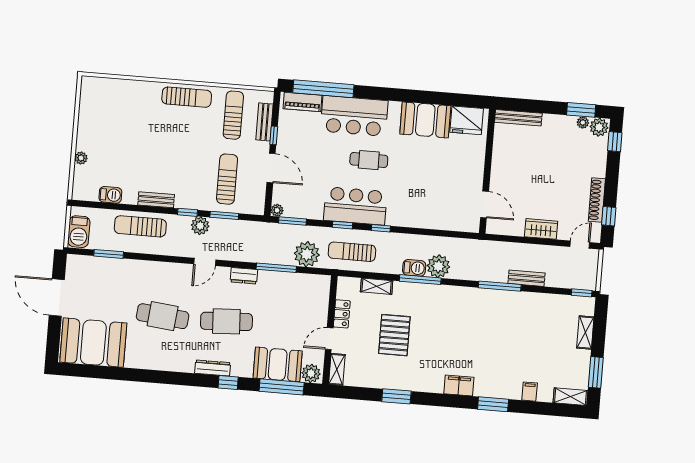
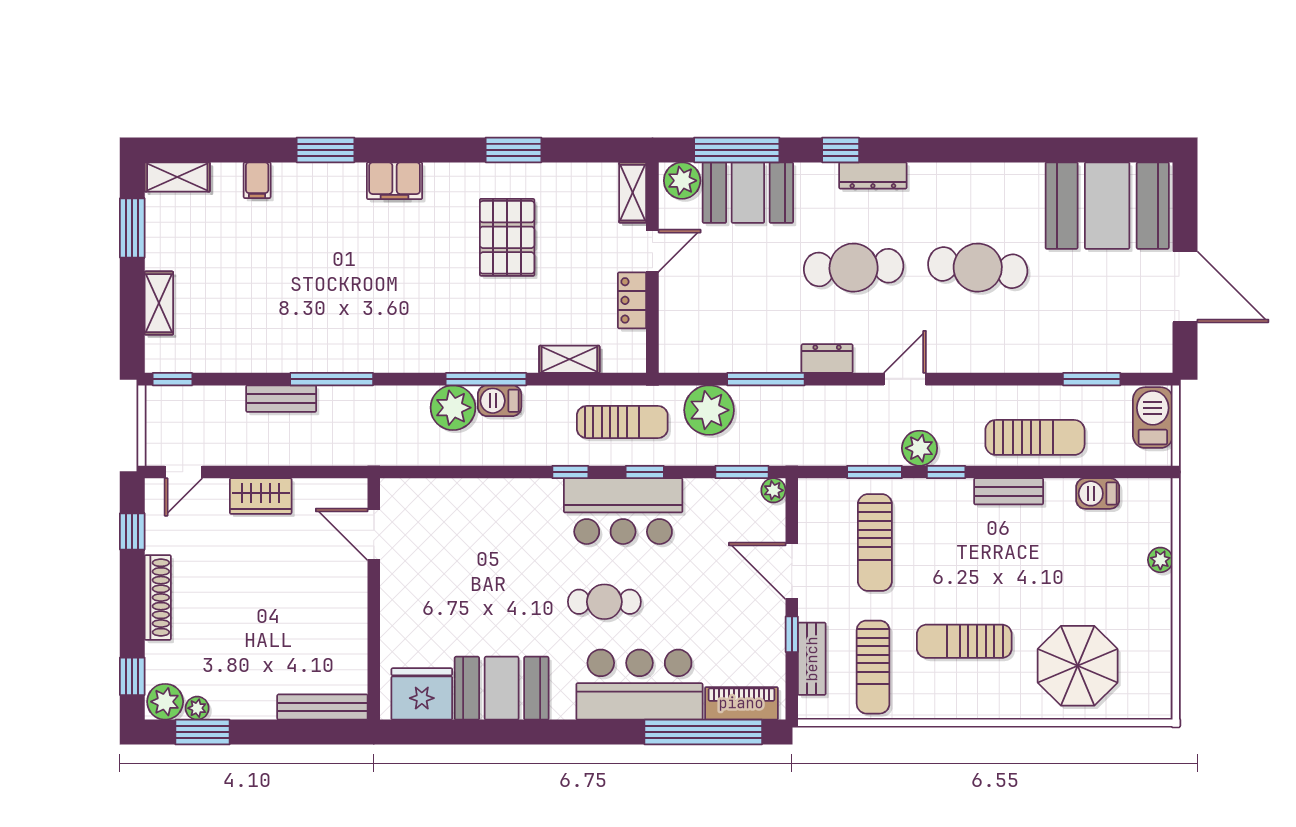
sun lounger: (187, 97) -> (964, 641), moved
parasol: (128, 107) -> (1078, 666), added
shoe rack: (597, 200) -> (158, 597), moved
pallet: (394, 335) -> (507, 237), moved

